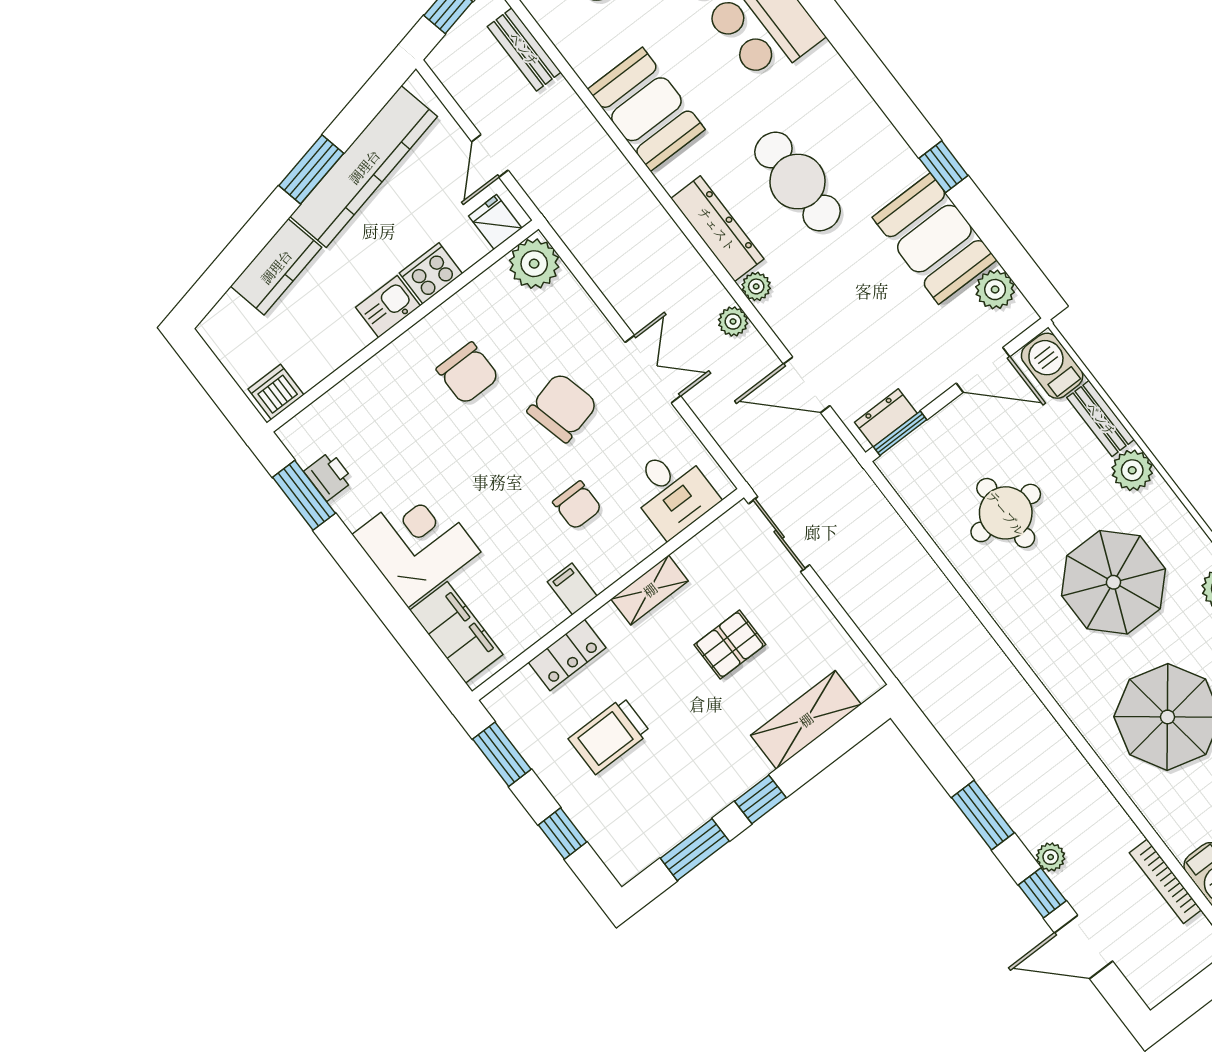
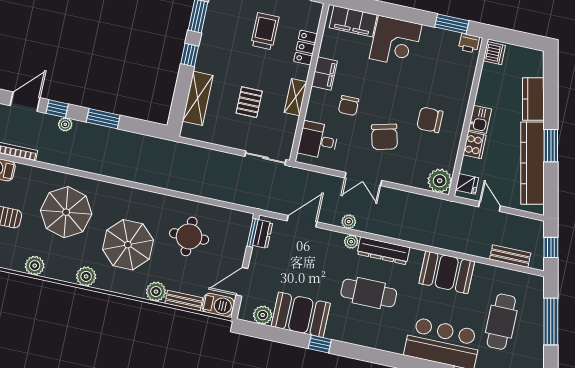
printer: (329, 476) -> (469, 43), moved
chair: (577, 505) -> (349, 106), turned -90
filing cabinet: (572, 589) -> (324, 73), width x2.00

